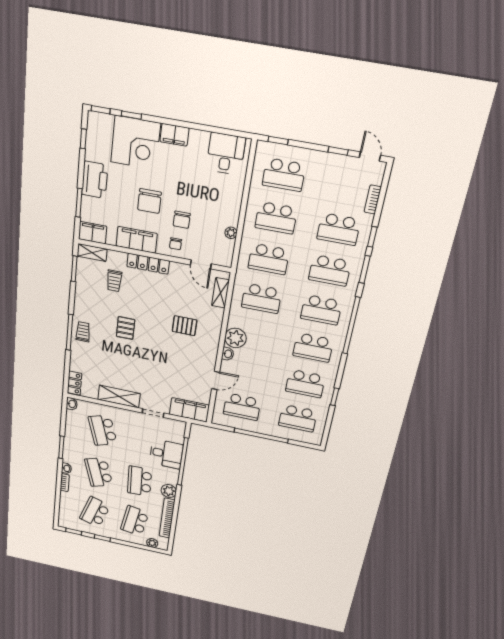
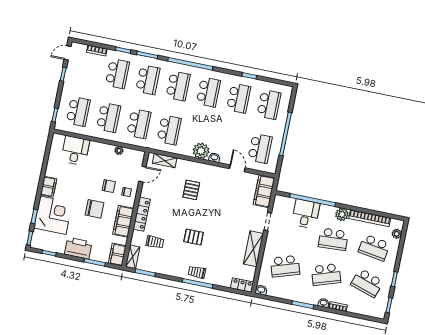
desk: (226, 154) -> (75, 151), moved, turned 90

